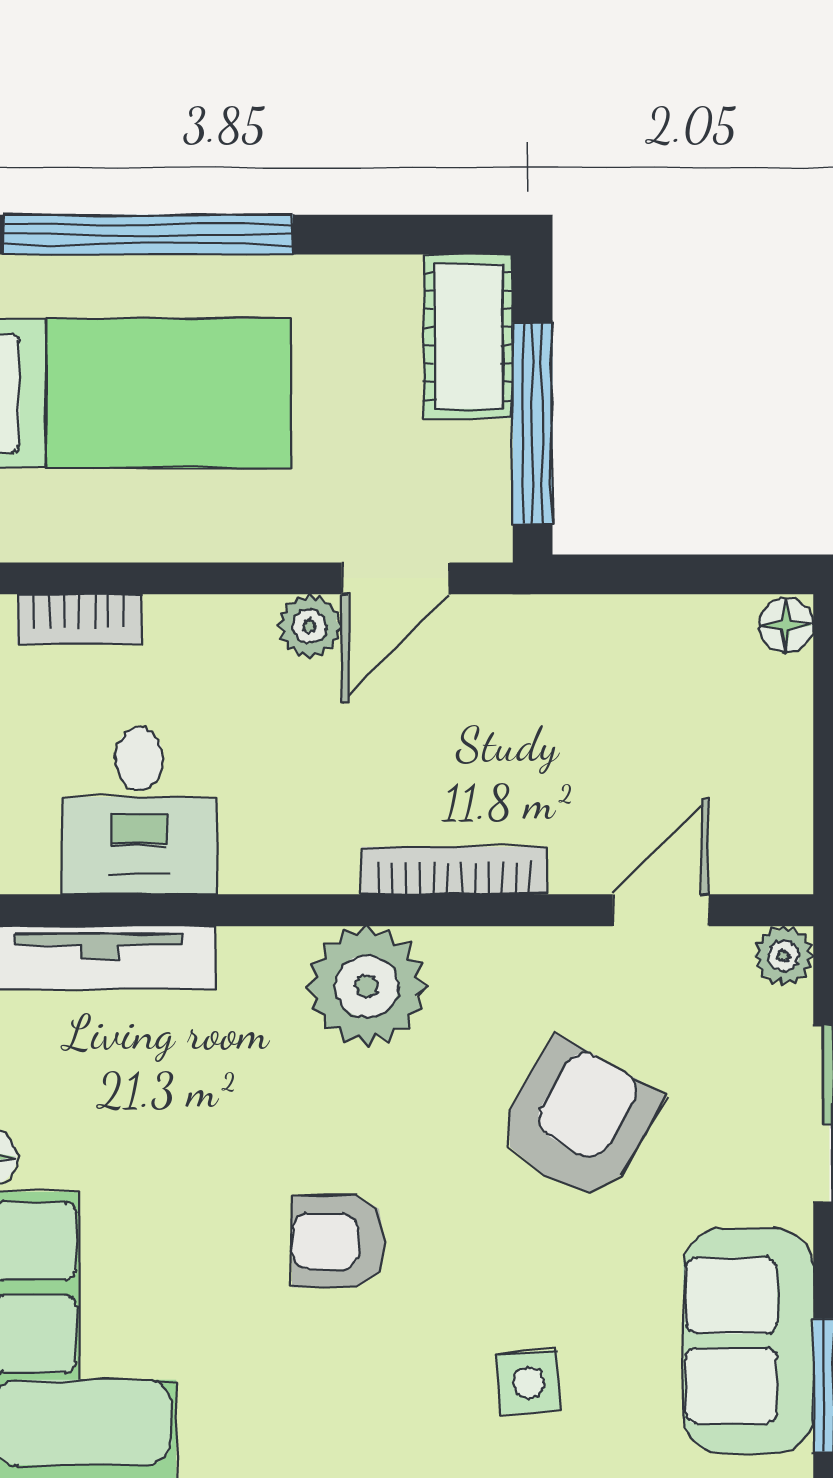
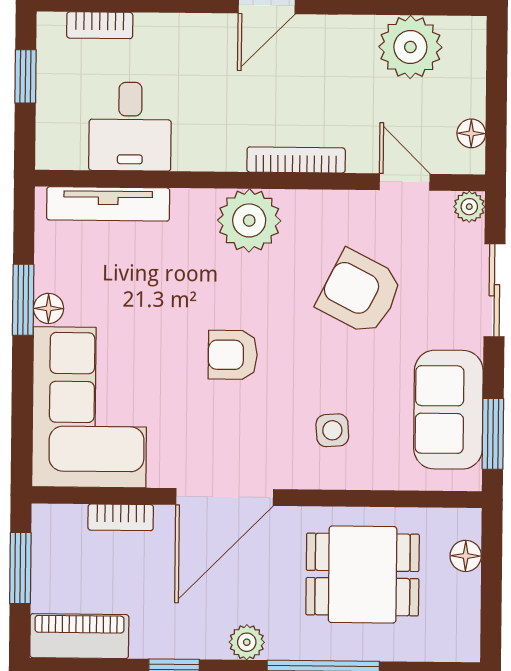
floor lamp: (786, 625) -> (471, 133), moved
plant: (309, 626) -> (410, 47), moved, width x1.87, depth x1.87
door: (661, 910) -> (405, 182), hinge flipped
armchair: (578, 1120) -> (360, 292), turned -93

